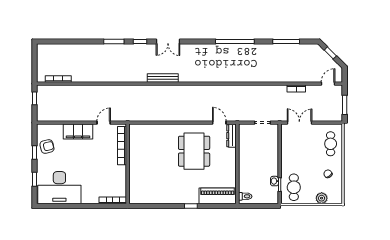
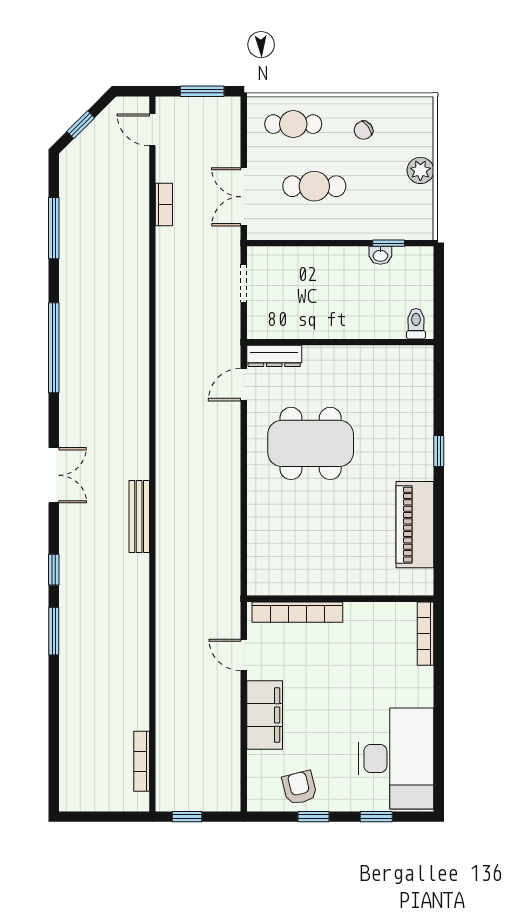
double door: (168, 41) -> (54, 475), moved
cafe table: (294, 187) -> (314, 186), moved
piano: (218, 196) -> (415, 525), moved
plant: (322, 198) -> (420, 170), moved

